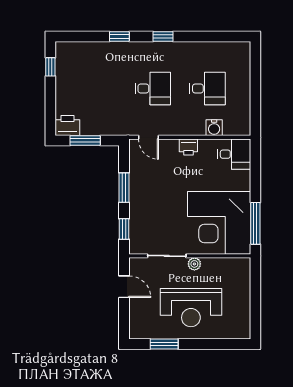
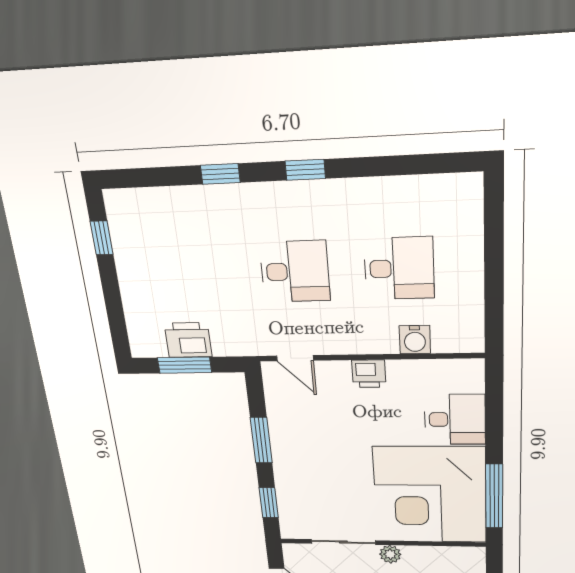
printer: (67, 126) -> (188, 340), moved
desk: (234, 154) -> (455, 419), moved

